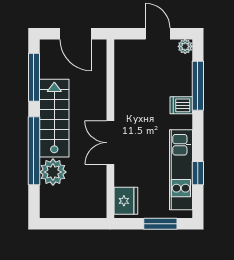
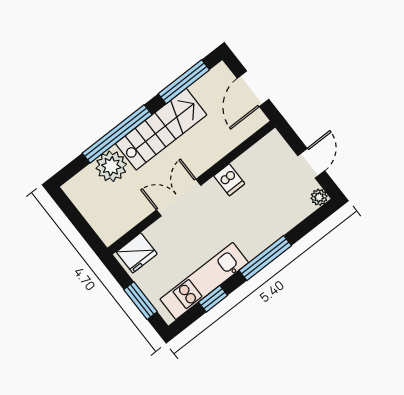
window: (198, 86) -> (265, 258), moved
dishwasher: (181, 105) -> (229, 180), moved, turned 180

